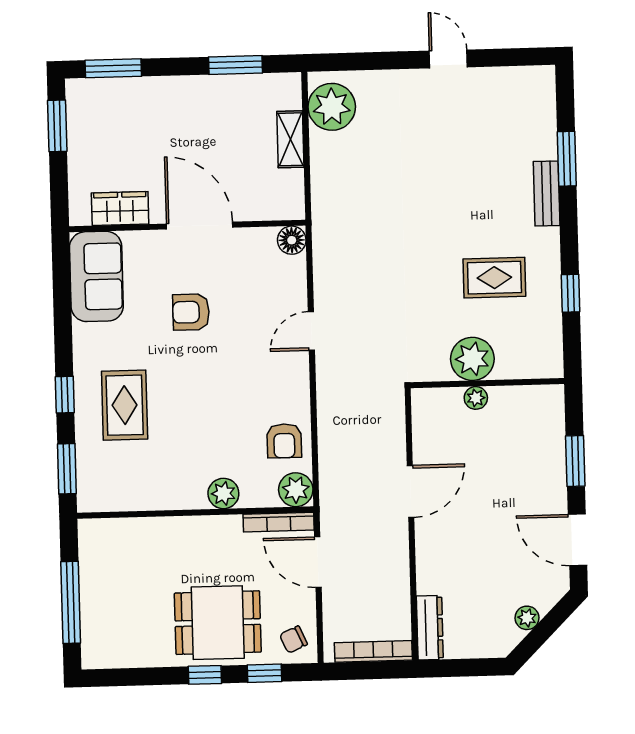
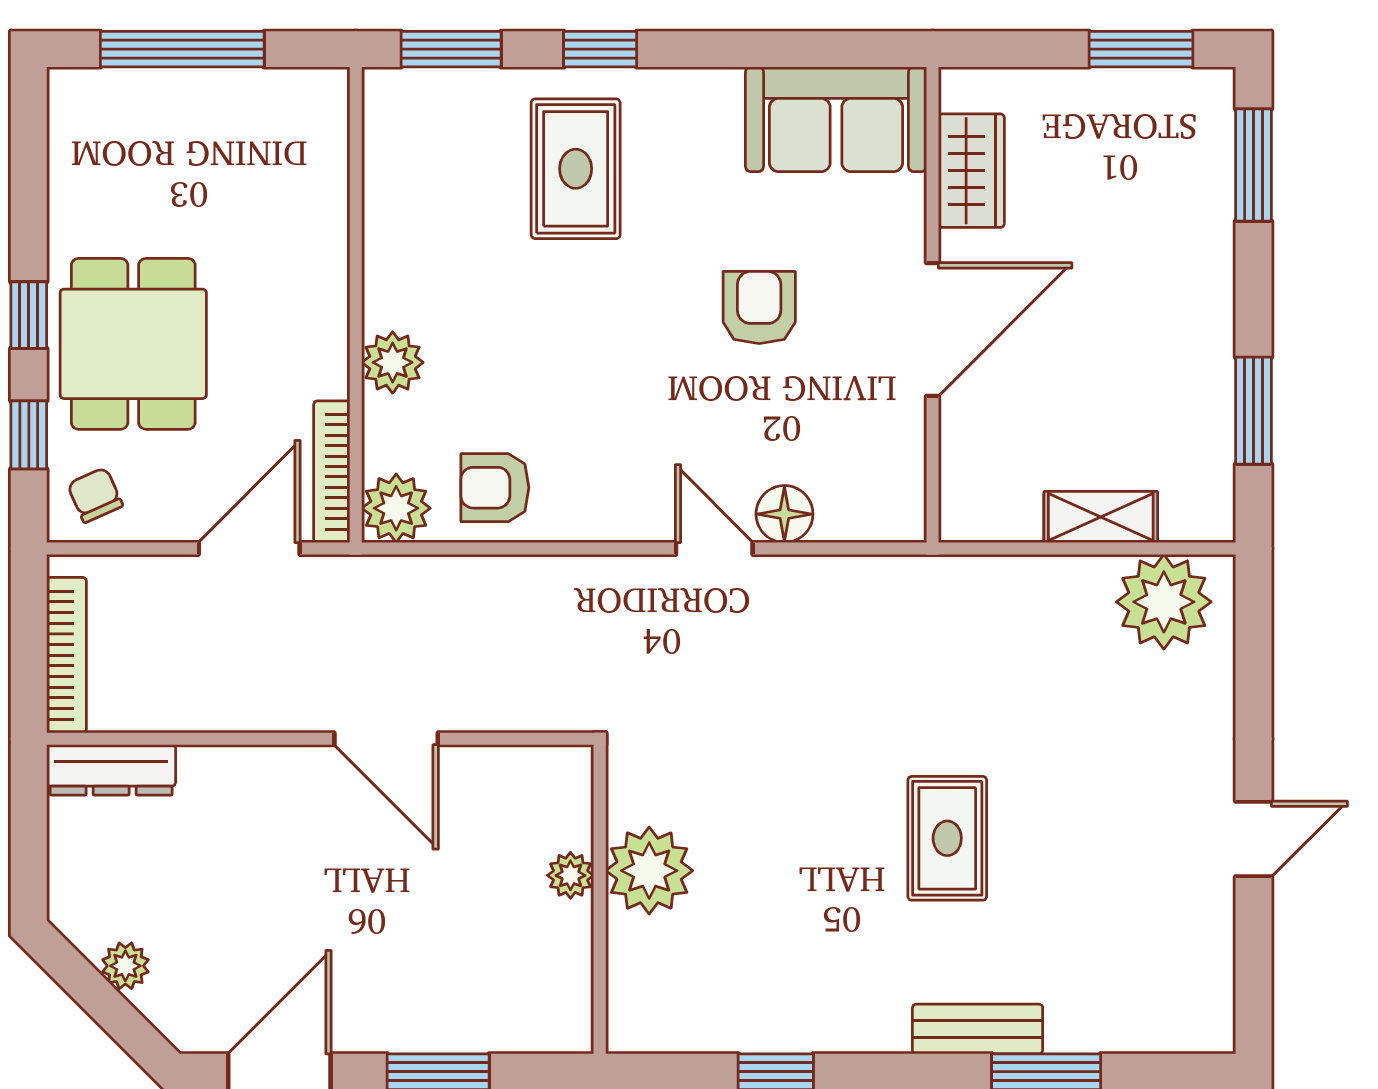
floor lamp: (292, 240) -> (784, 514), moved
rug: (494, 278) -> (947, 838), moved
rug: (125, 405) -> (576, 169), turned 90

